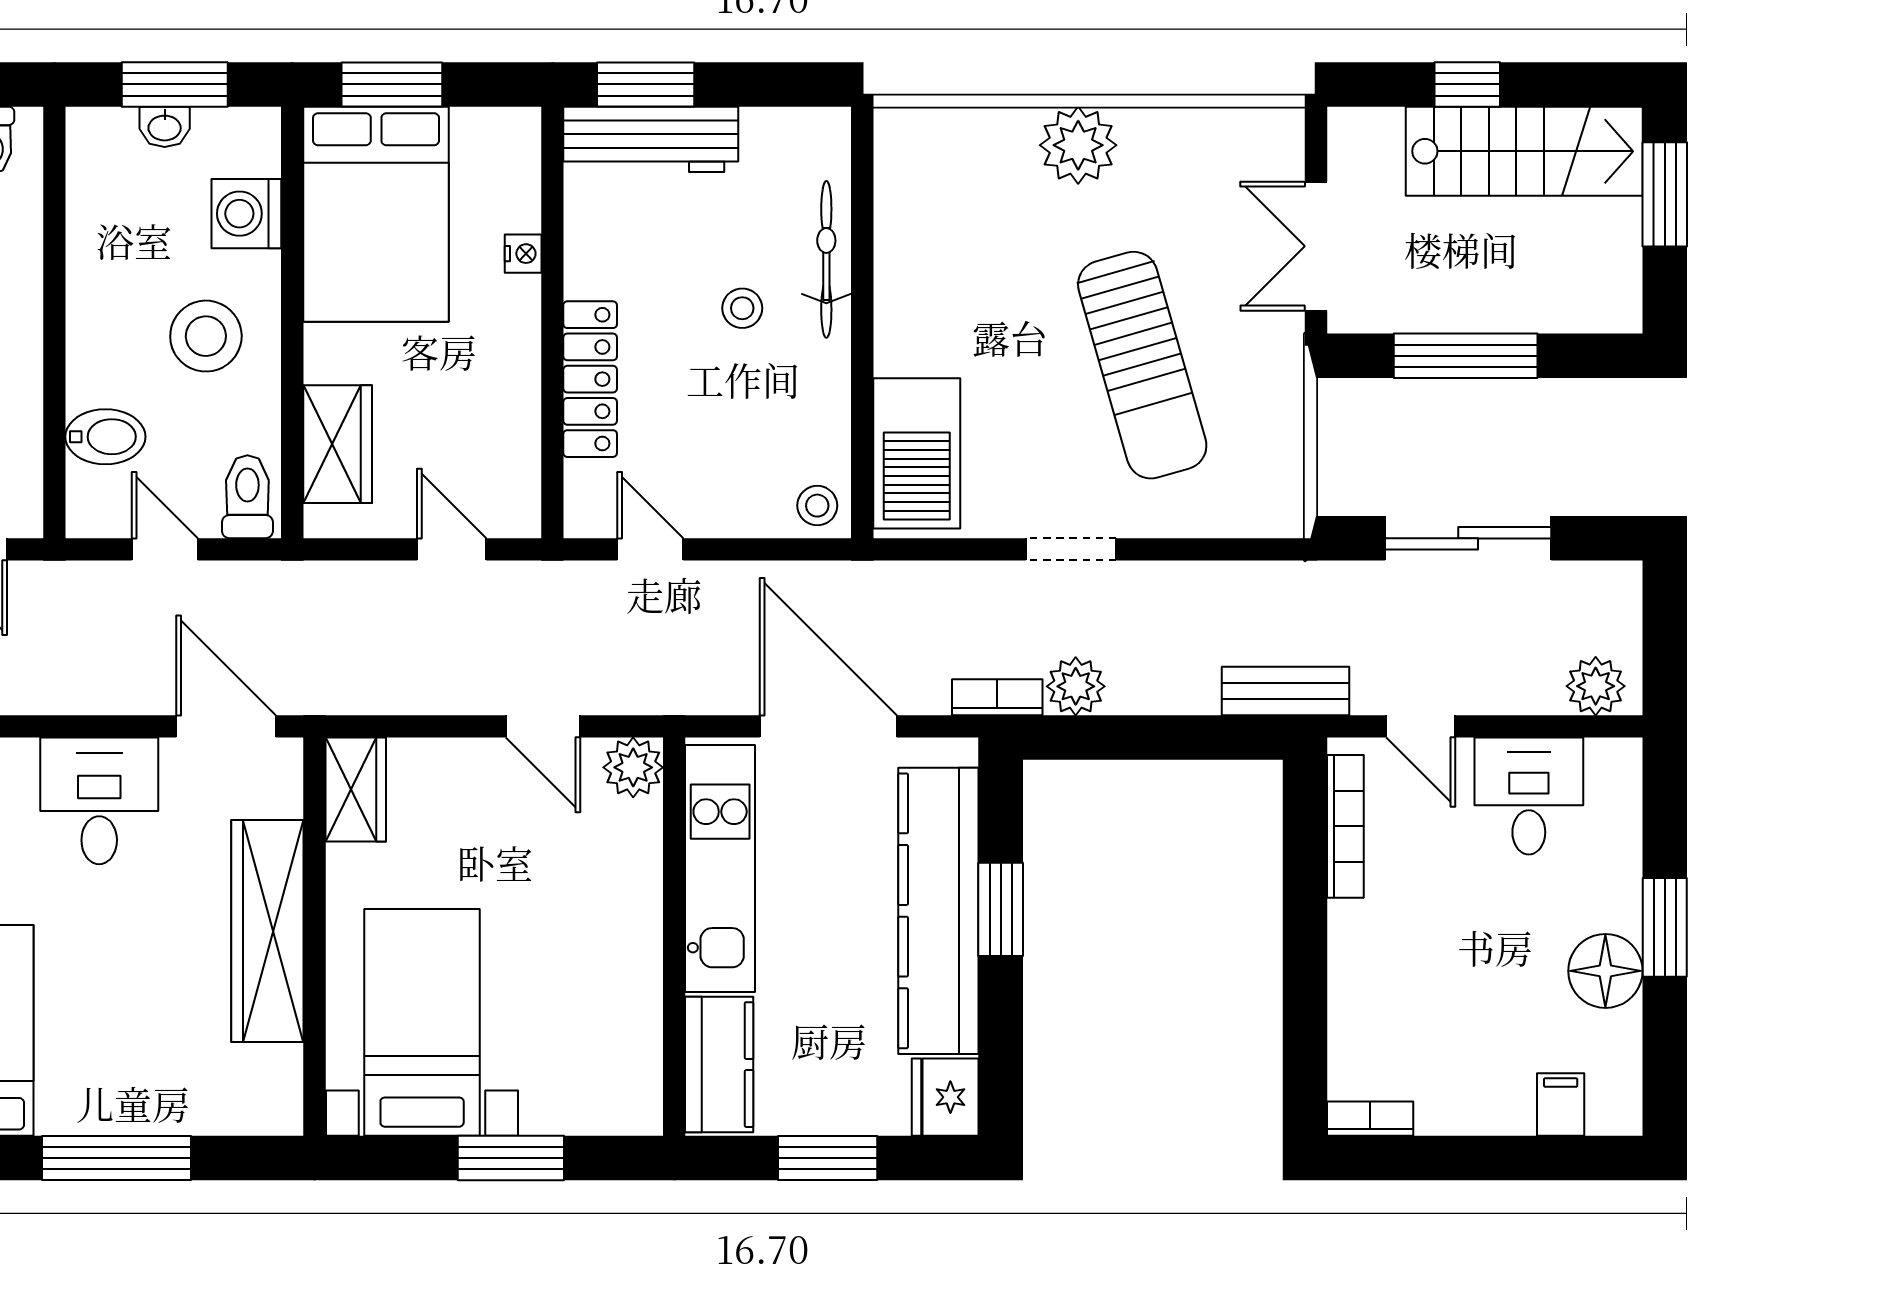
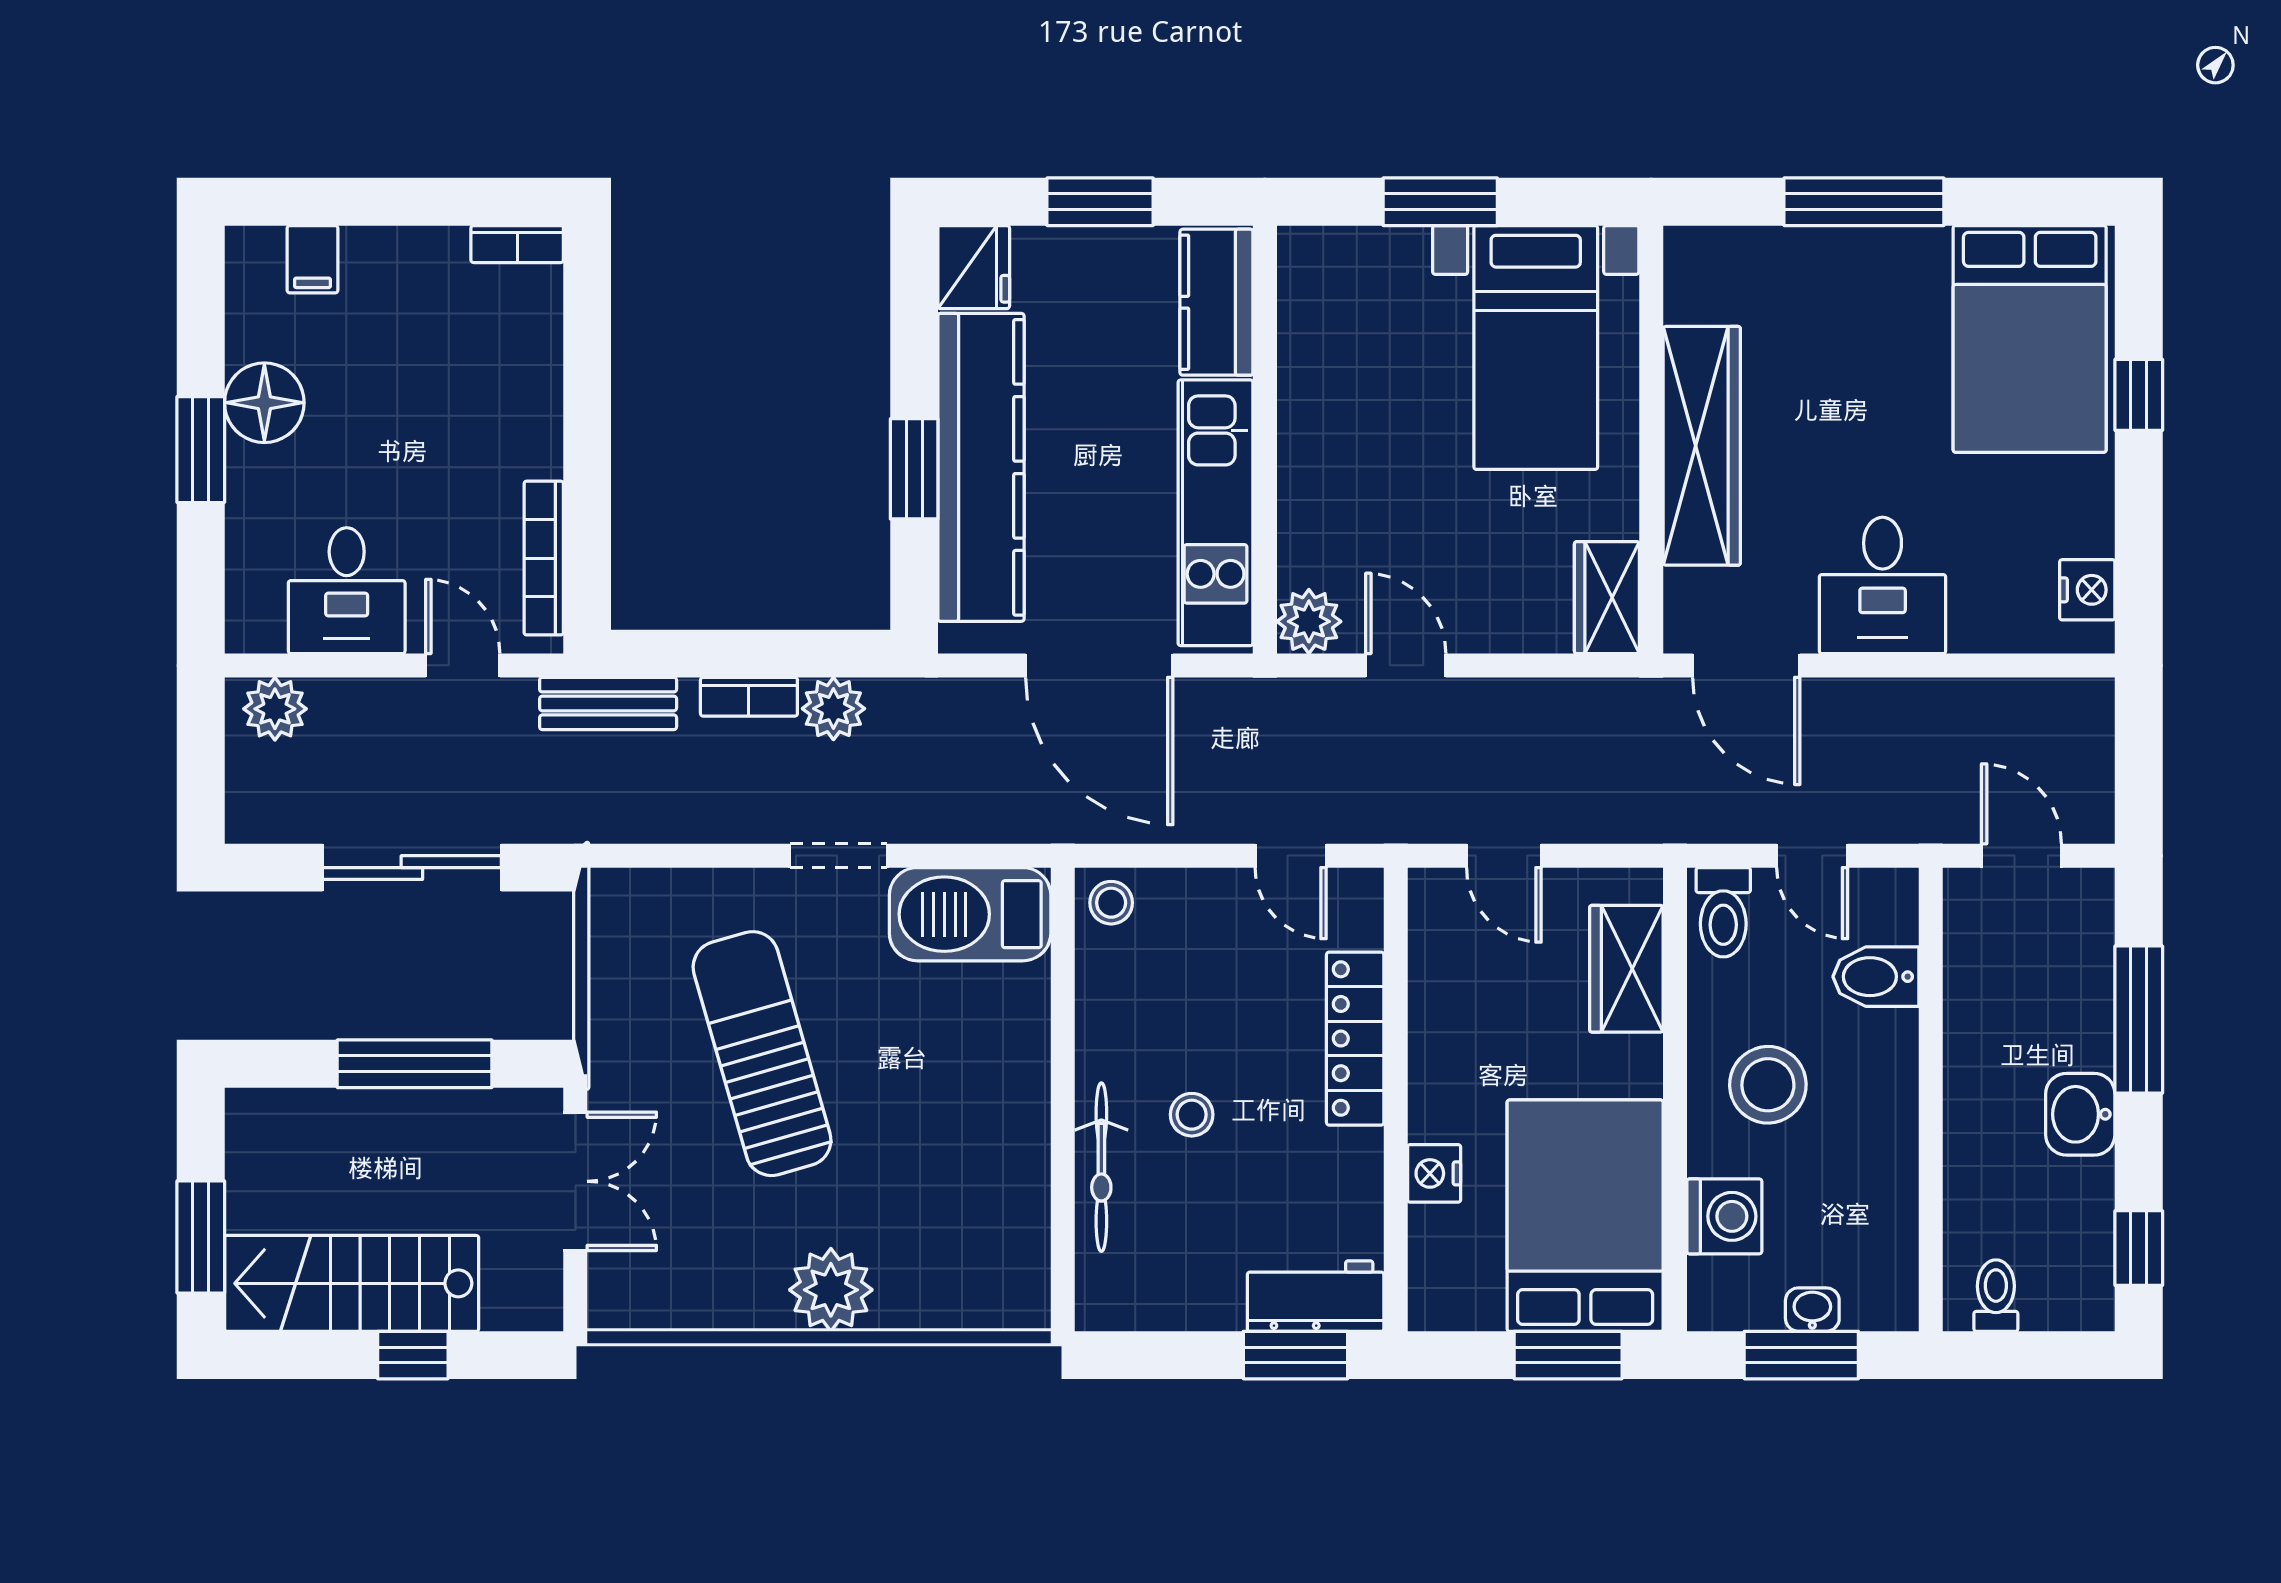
workbench: (651, 139) -> (1316, 1296), width x0.73
nightstand: (523, 254) -> (1434, 1173), width x1.39, depth x1.35
barbecue: (917, 453) -> (970, 914), moved, turned -90
bookcase: (997, 697) -> (749, 697), moved

